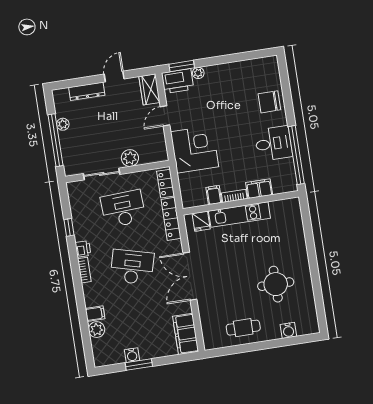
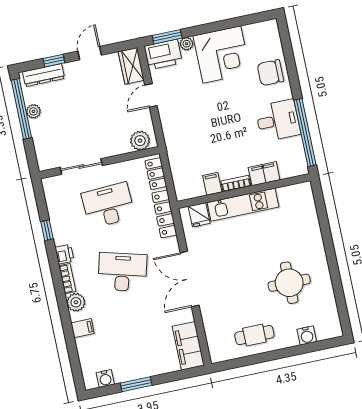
window: (83, 81) -> (54, 61), added
dresser: (87, 91) -> (44, 75), moved
window: (55, 140) -> (21, 109), moved
corner desk: (195, 149) -> (222, 54), moved, turned 90
plant: (130, 158) -> (140, 141), moved
plant: (97, 330) -> (76, 302), moved
water cooler: (132, 355) -> (105, 378), moved

